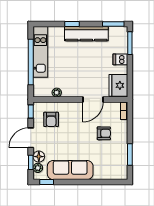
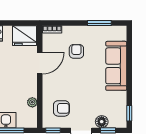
door: (93, 99) -> (40, 63), hinge flipped
plant: (38, 168) -> (114, 123), removed
sofa: (70, 170) -> (116, 66), moved

